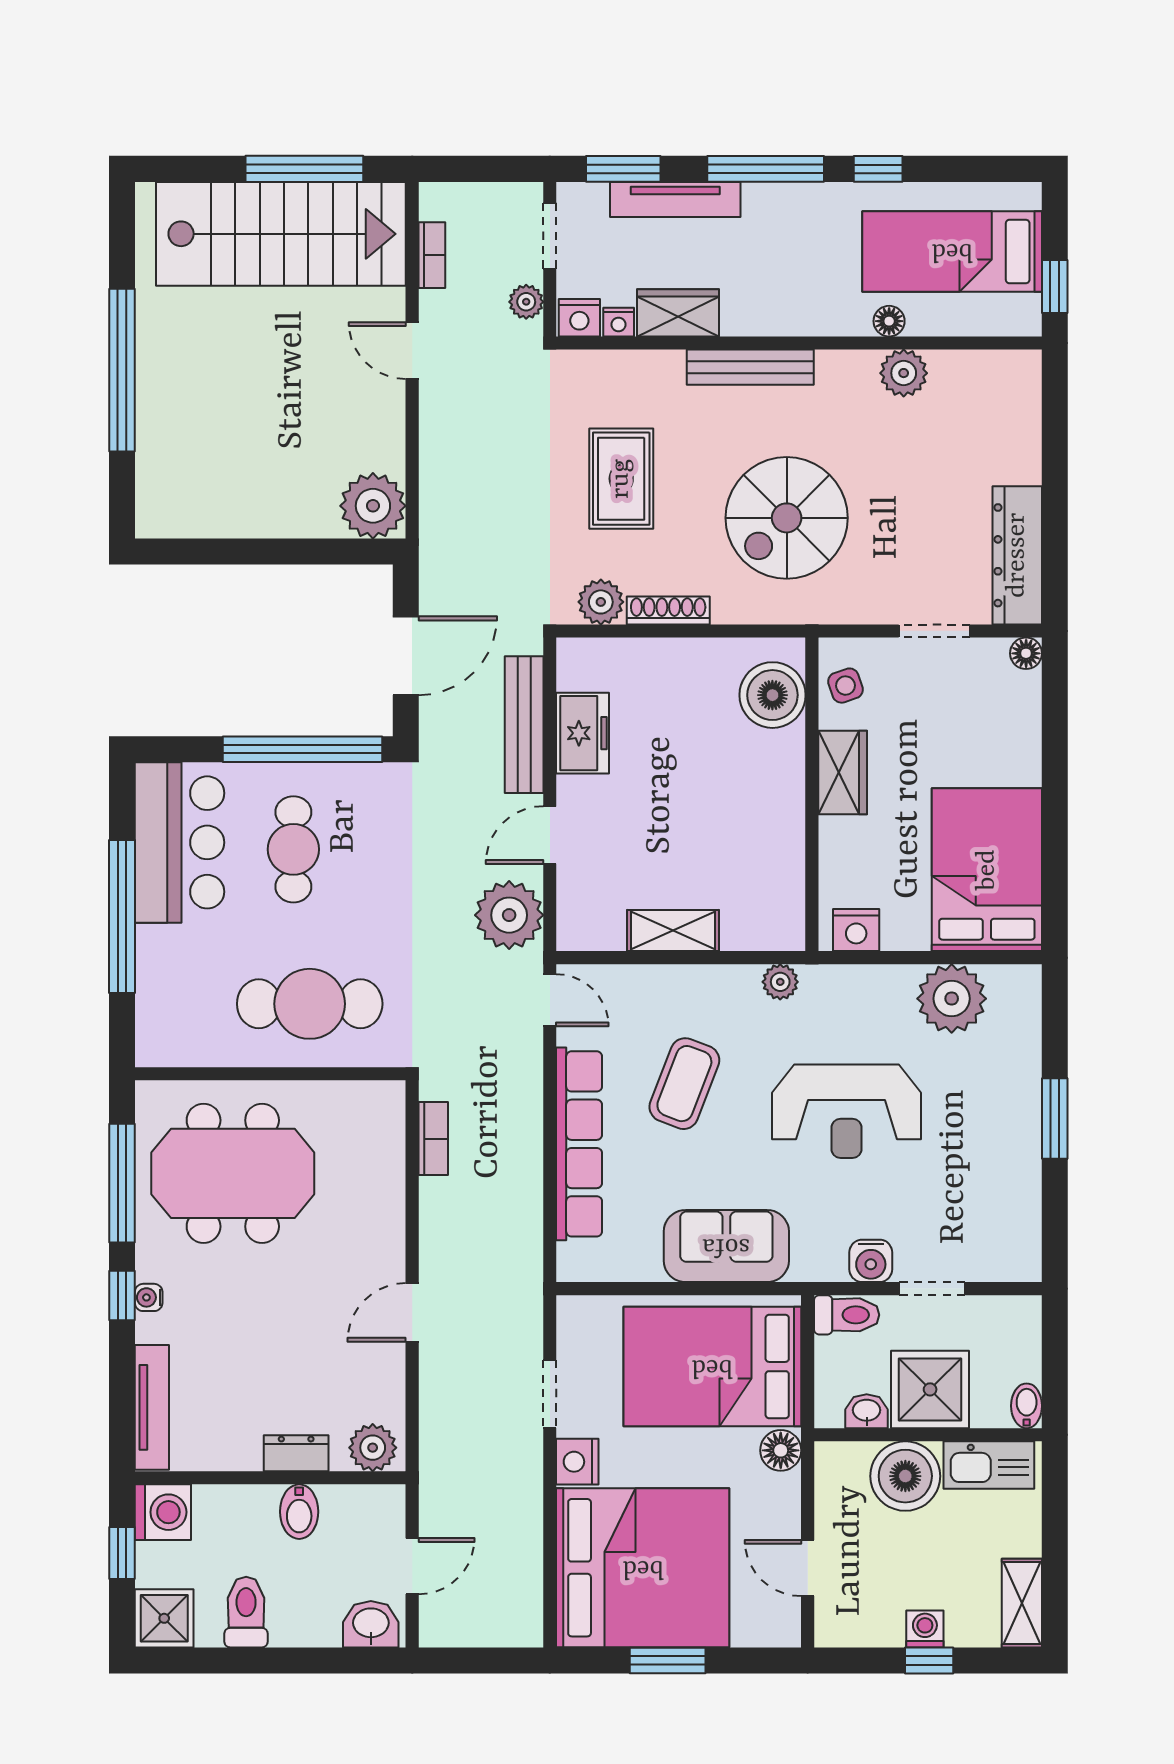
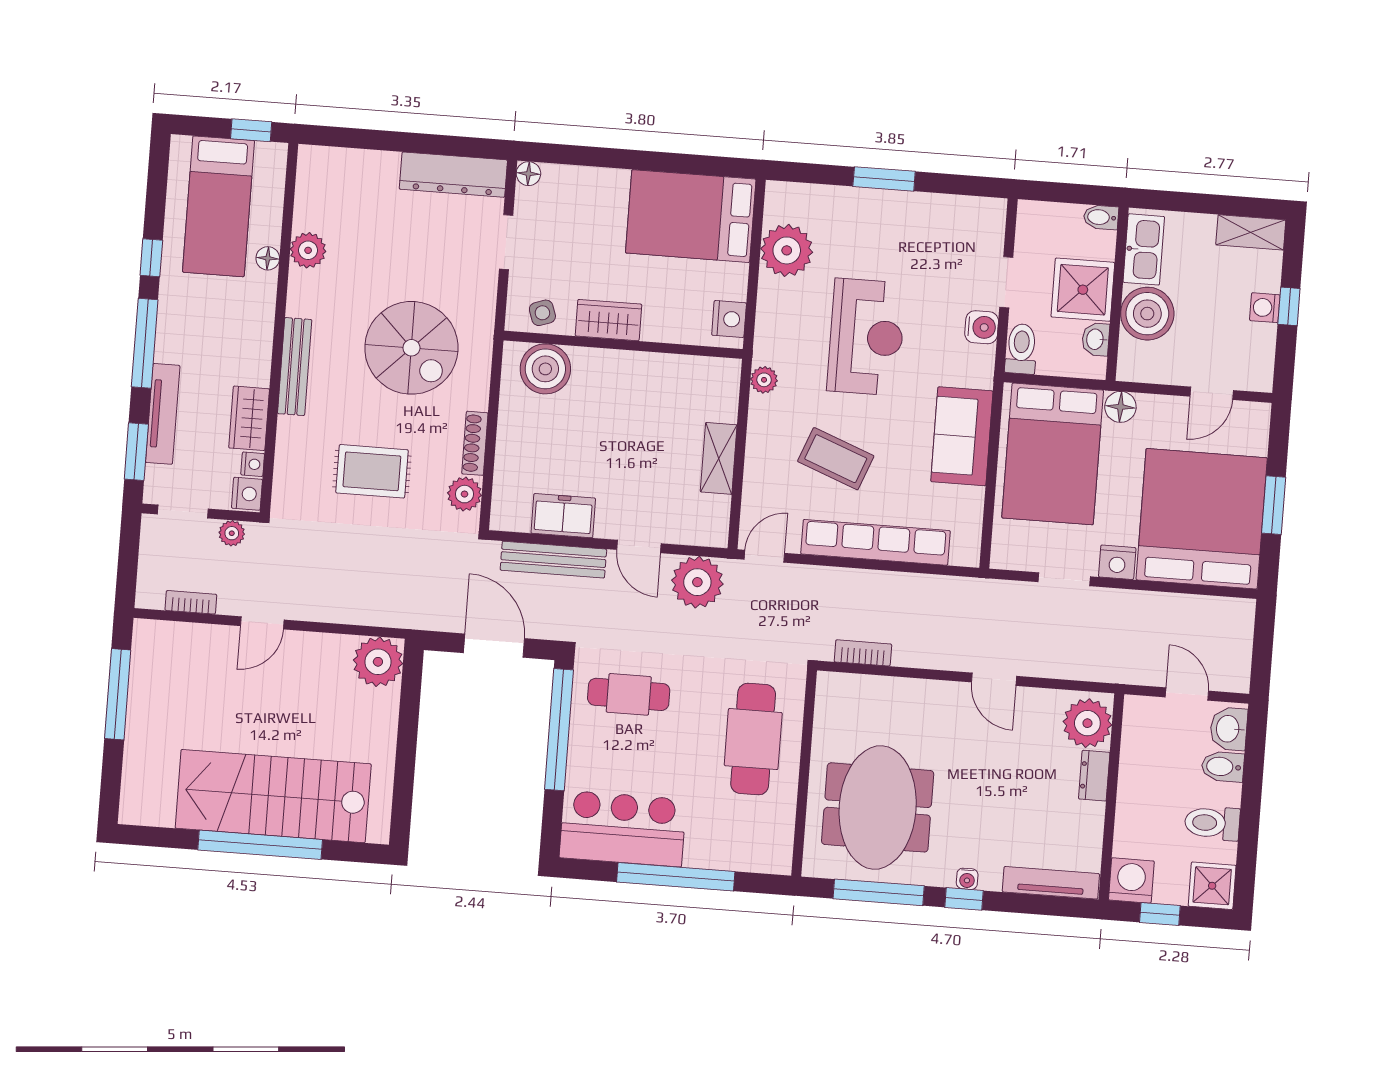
stairs: (281, 234) -> (273, 796), moved, turned -90
cafe table: (293, 849) -> (629, 694), moved
plant: (373, 1448) -> (1087, 723), width x1.36, depth x1.36
bidet: (299, 1512) -> (1223, 767), moved, turned 180

